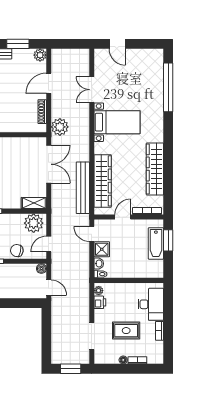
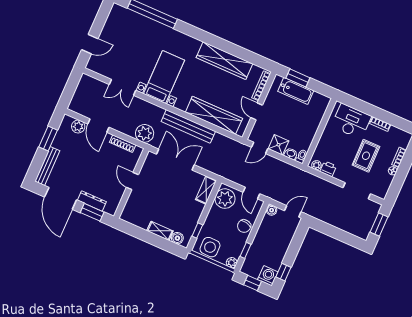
plant: (40, 55) -> (78, 127), moved
door: (13, 135) -> (132, 181), added
bench: (83, 188) -> (188, 126), moved

